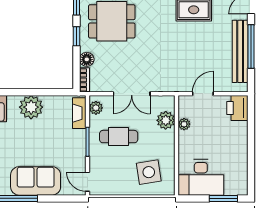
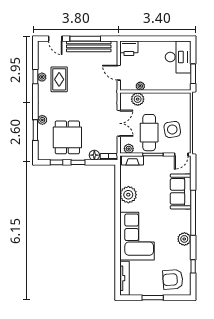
cafe table: (119, 137) -> (149, 133), width x1.37, depth x1.35
side table: (149, 172) -> (172, 129), moved
desk: (201, 177) -> (178, 57), moved
window: (223, 198) -> (193, 74), moved

